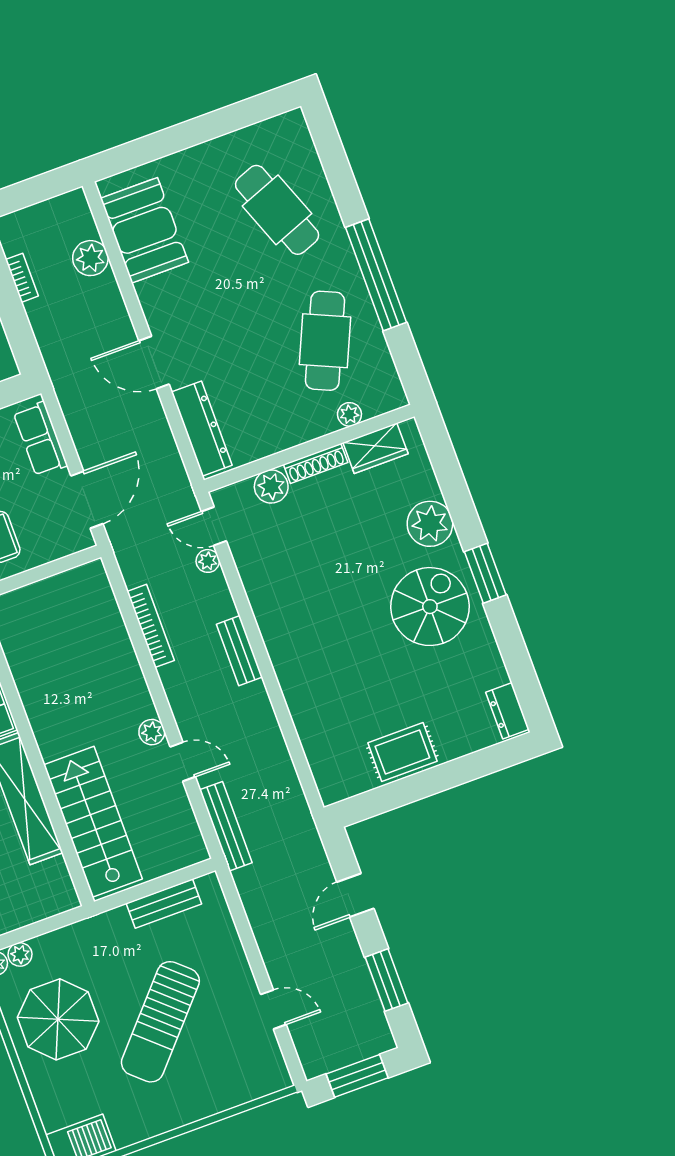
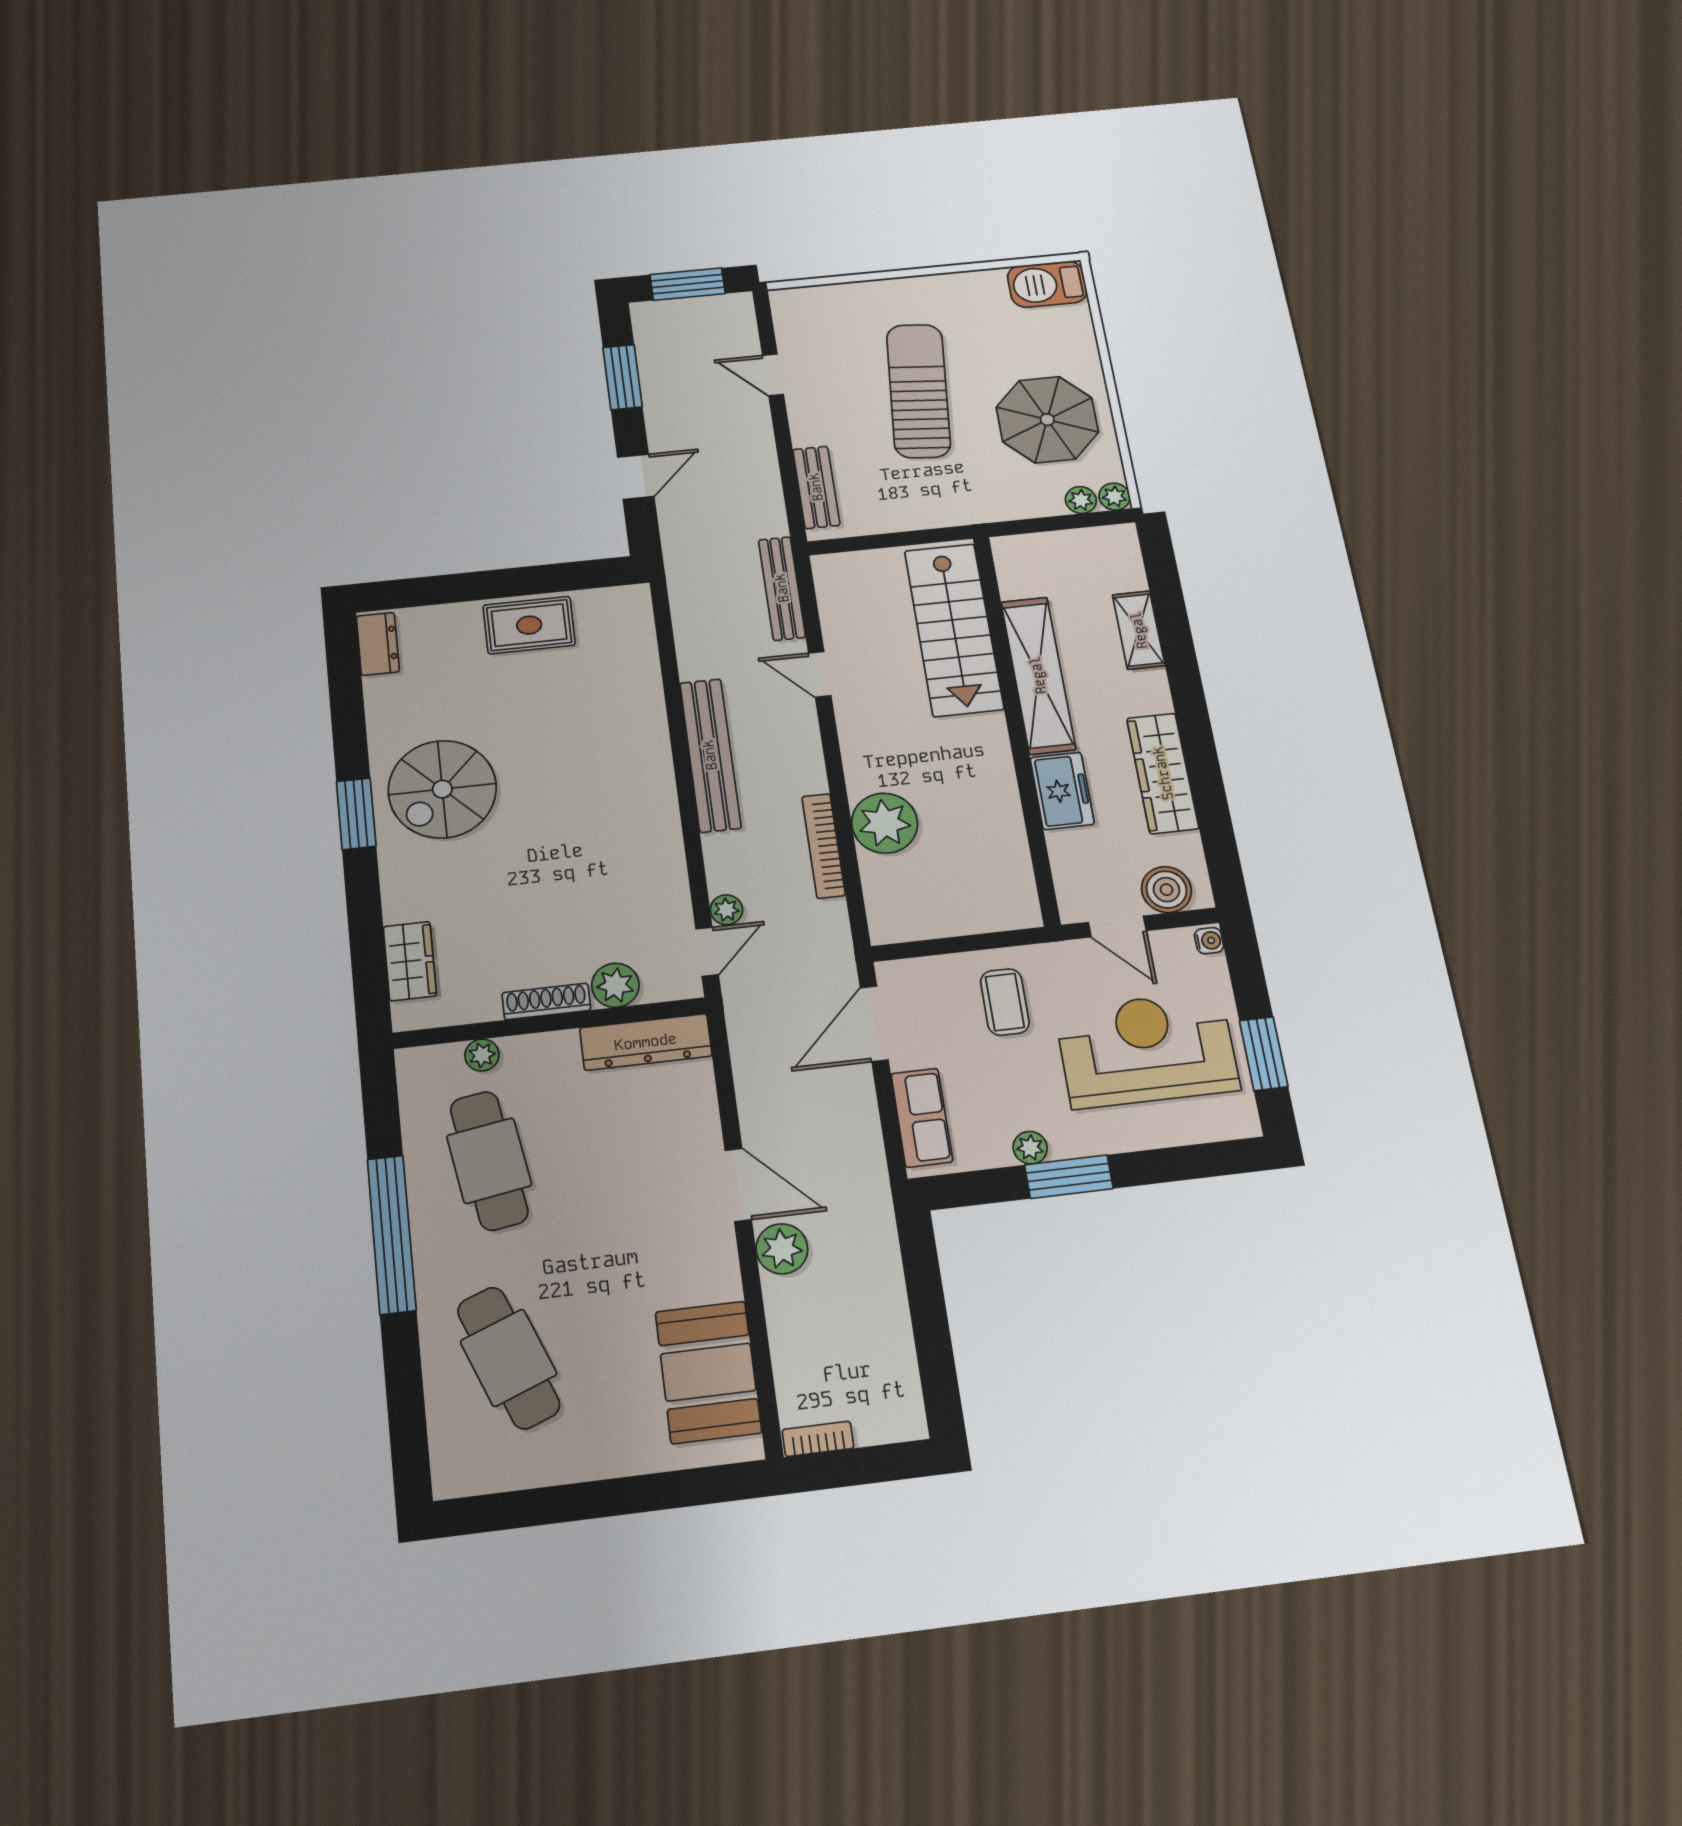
plant: (90, 258) -> (782, 1249), moved
bookcase: (22, 278) -> (818, 1439), moved, turned 90
cafe table: (325, 341) -> (489, 1161), turned -33
dresser: (202, 429) -> (646, 1042), moved, turned -90
wardrobe: (376, 448) -> (410, 961), moved, turned 90
plant: (430, 524) -> (412, 891), removed
door: (214, 526) -> (707, 952), hinge flipped
bench: (239, 651) -> (710, 755), width x1.86, depth x1.21
plant: (152, 732) -> (885, 823), moved, width x1.87, depth x1.87
bench: (164, 904) -> (816, 487), moved, turned 90
sun lounger: (160, 1022) -> (918, 391), turned -37

